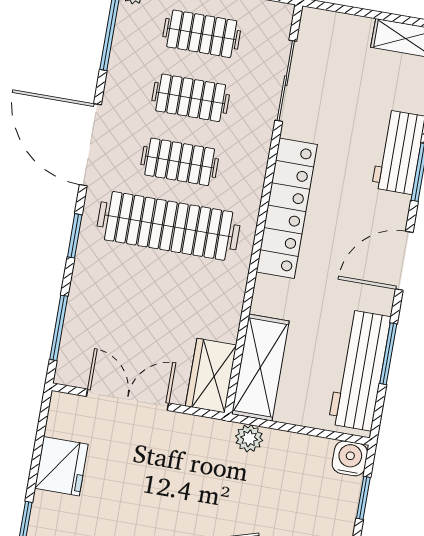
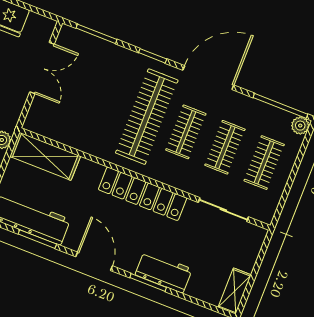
wardrobe: (211, 376) -> (46, 124), removed

